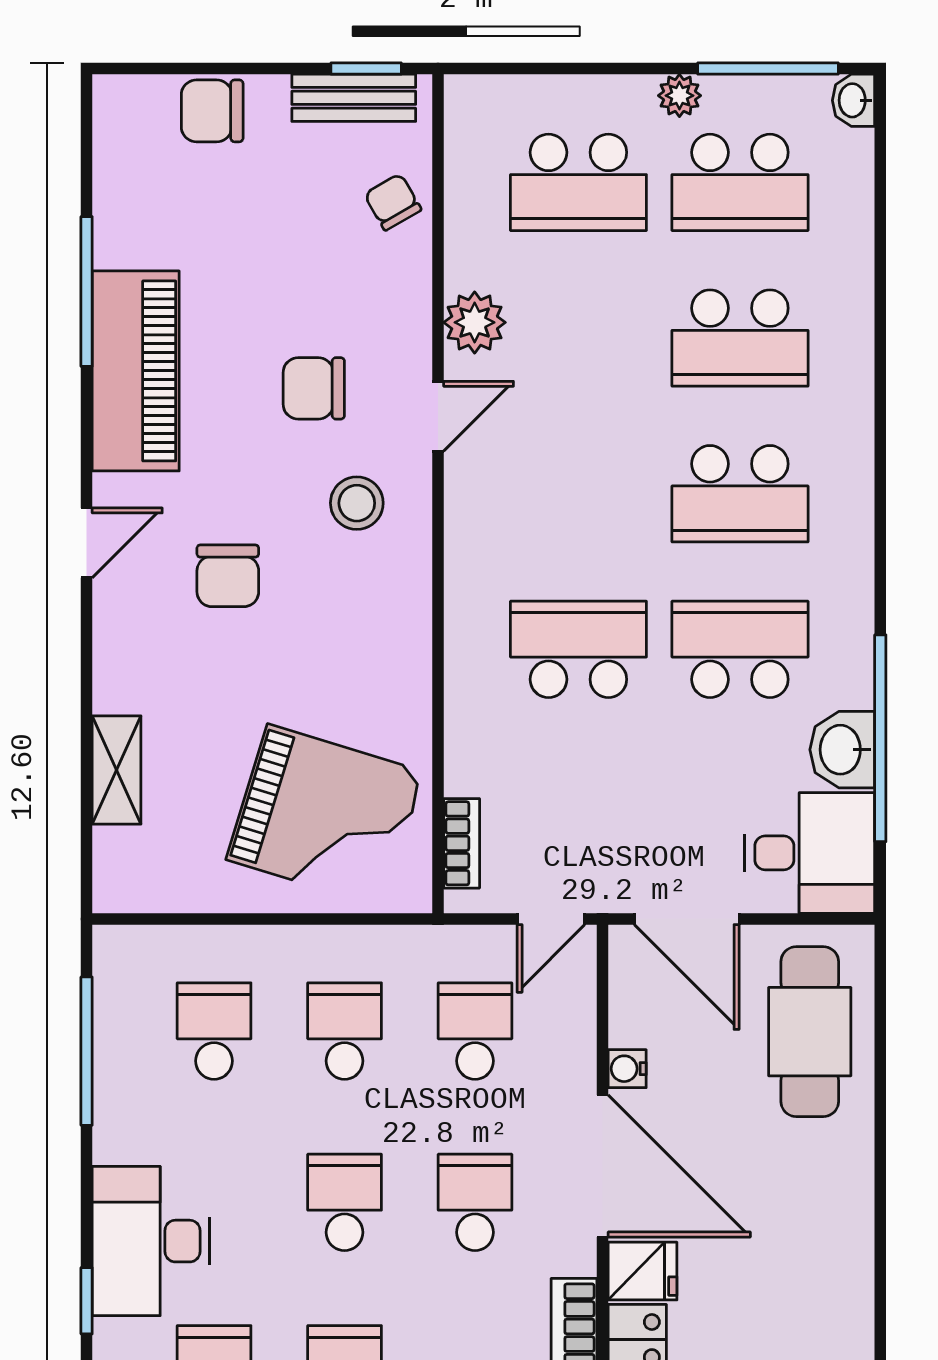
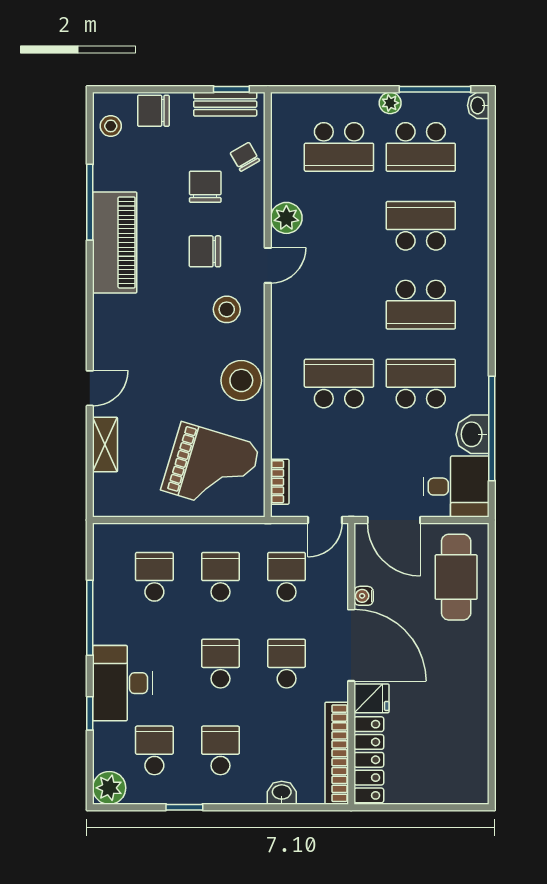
stool: (128, 141) -> (111, 126), added
school desk: (740, 338) -> (421, 226), turned 180
door: (87, 543) -> (90, 388), moved
chair: (228, 576) -> (205, 187), moved, turned 180
stool: (386, 643) -> (241, 380), added
window: (87, 1051) -> (90, 618), moved

